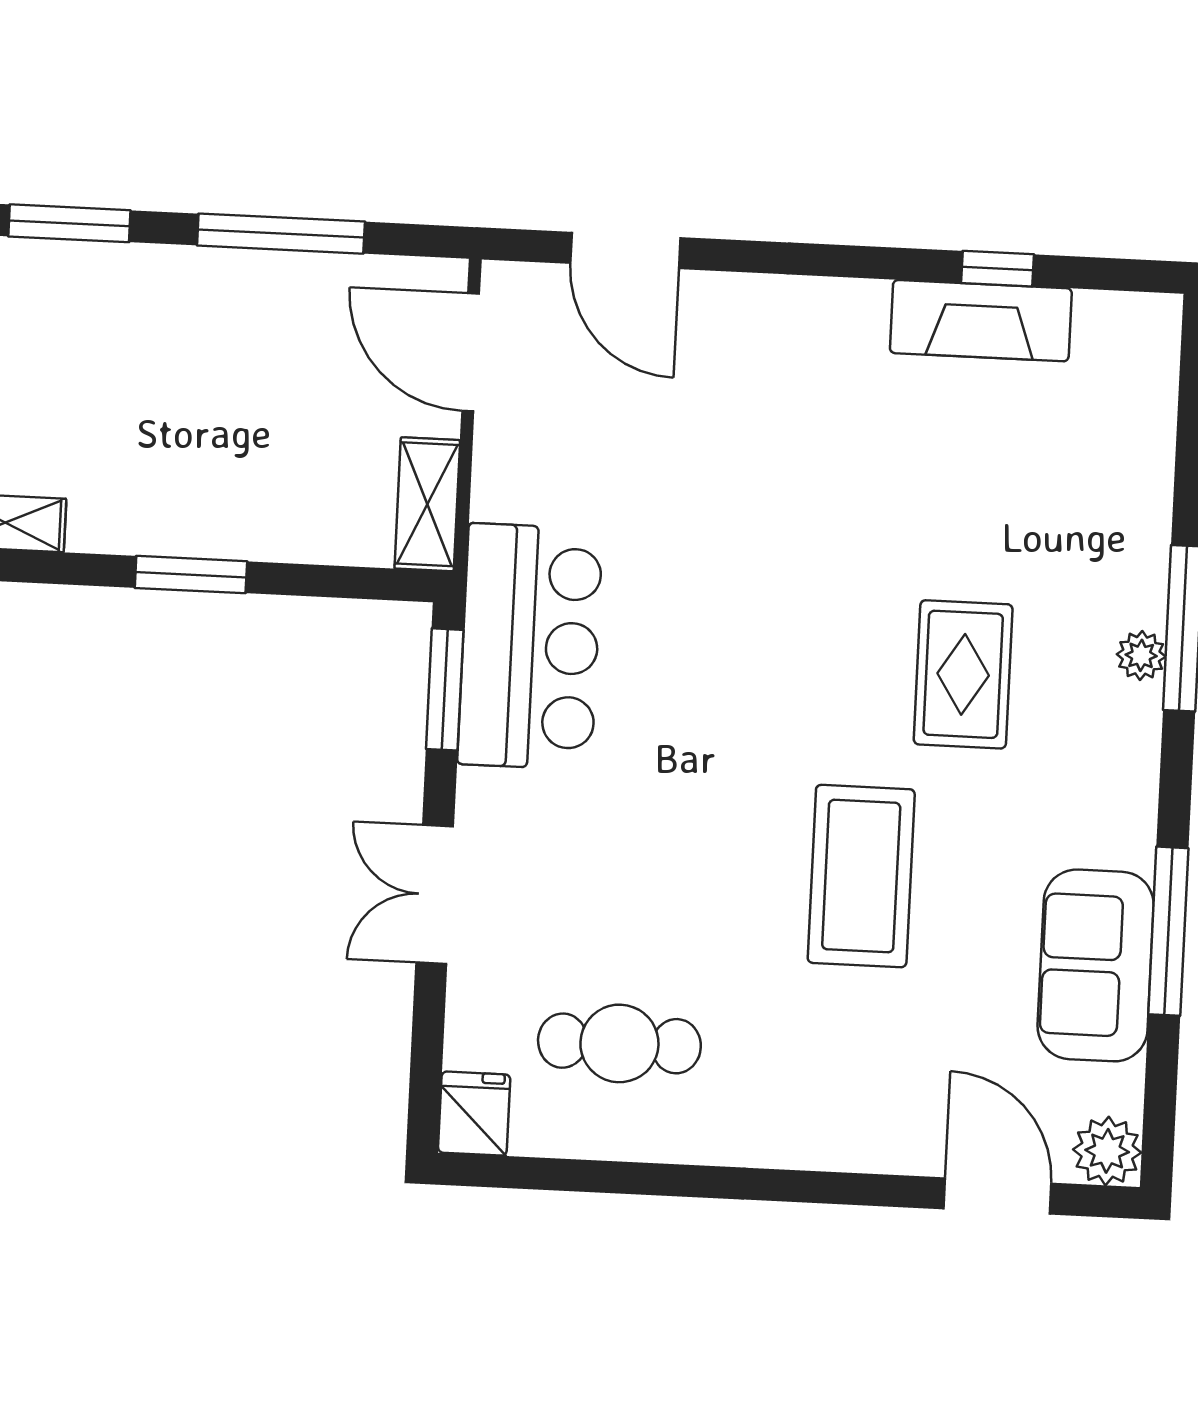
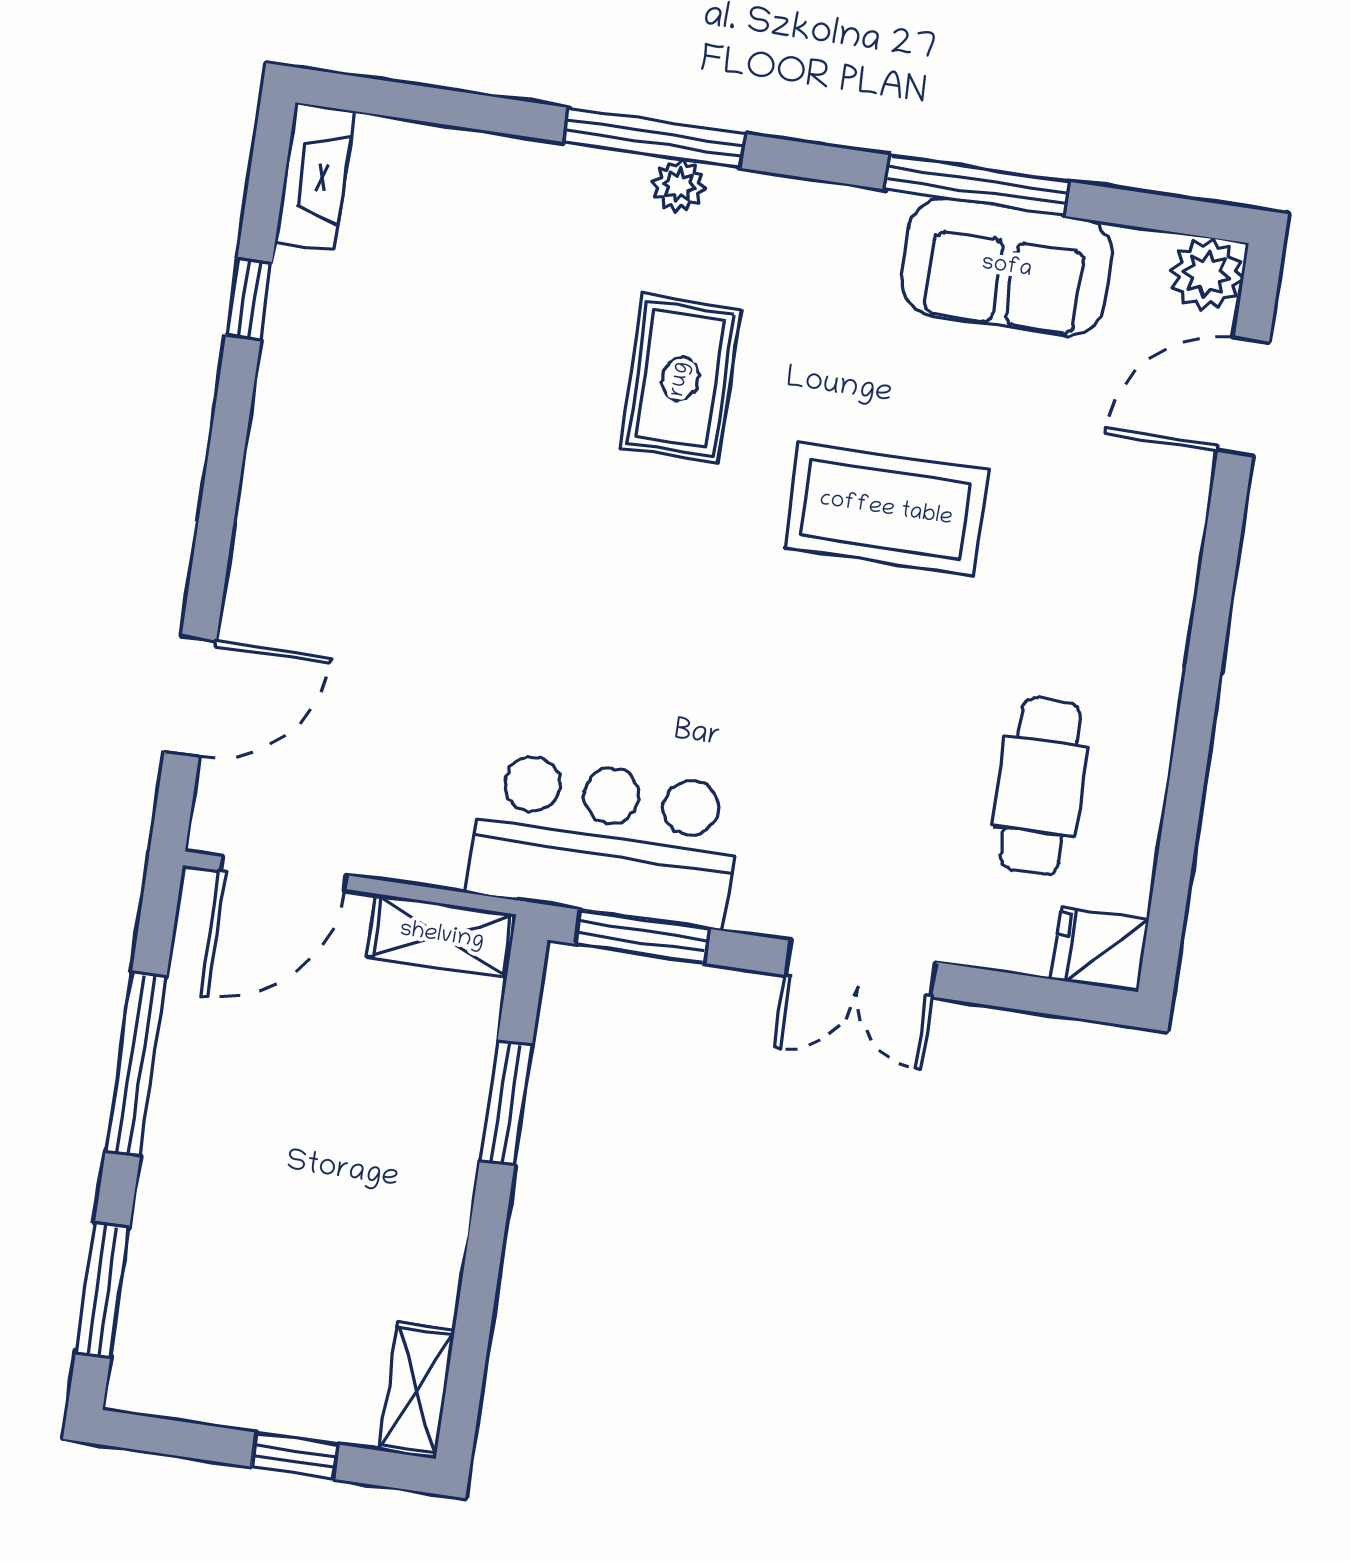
fireplace: (981, 321) -> (315, 176), moved, width x0.73, depth x0.76
window: (191, 575) -> (506, 1103), moved
rug: (963, 674) -> (680, 379), turned 90

